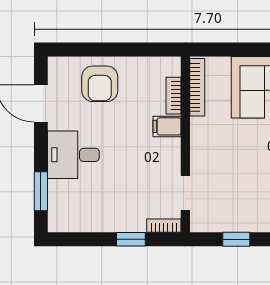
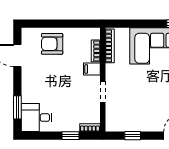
armchair: (100, 84) -> (52, 44), turned 90
desk: (73, 155) -> (37, 118), moved
doorway: (185, 193) -> (103, 92), moved

